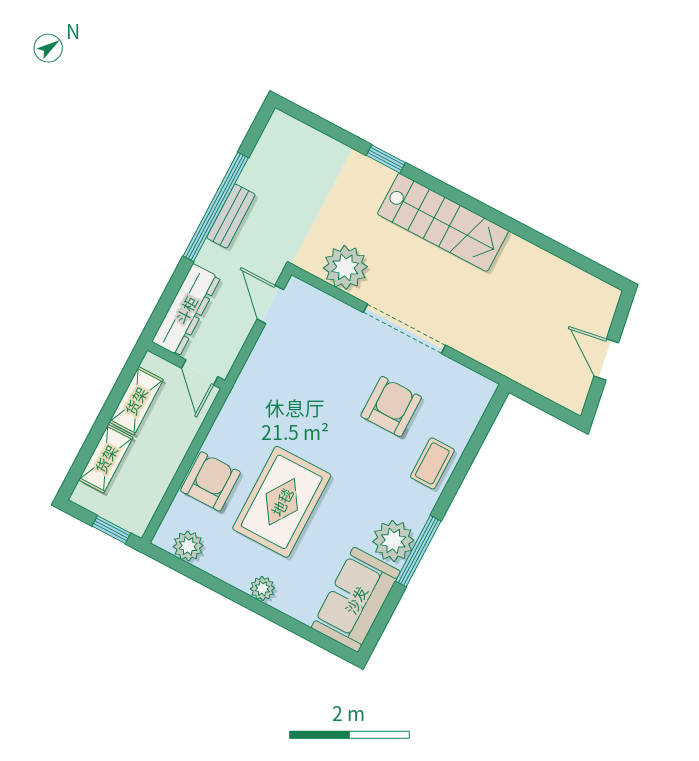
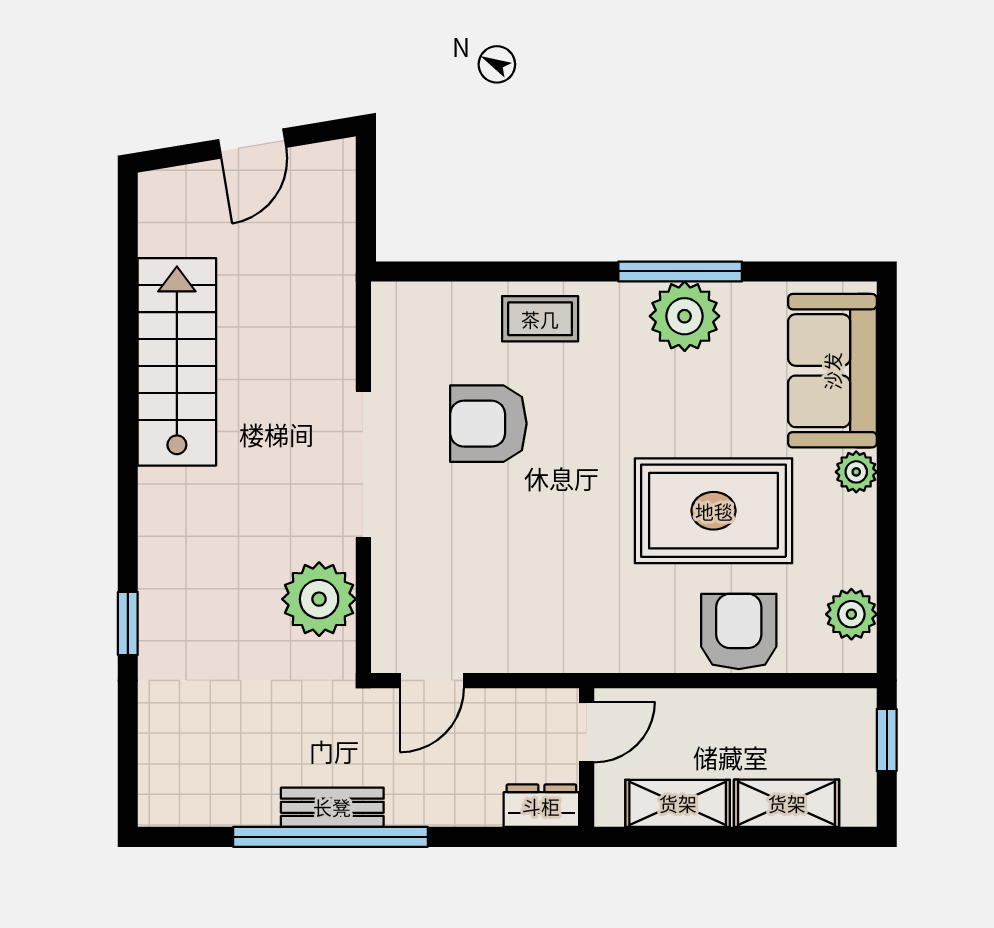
stairs: (443, 222) -> (177, 362), moved
dresser: (186, 310) -> (541, 806), width x0.51, depth x0.80
armchair: (210, 481) -> (739, 631), turned 90
sofa: (356, 600) -> (832, 371), moved, turned 90

